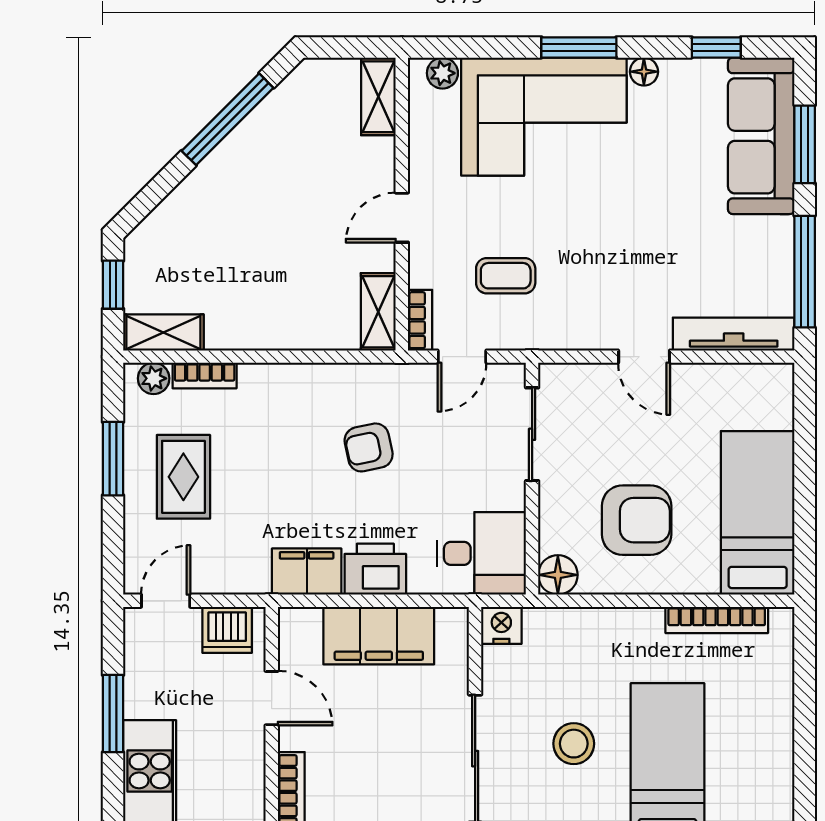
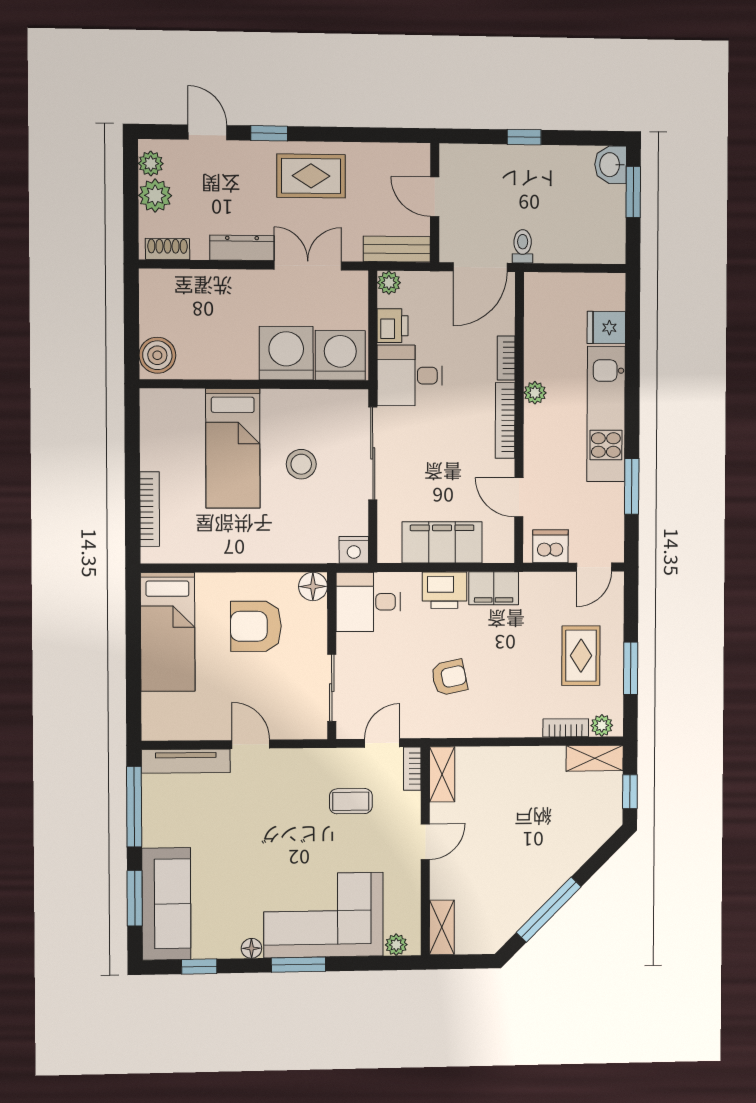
bookcase: (717, 620) -> (150, 509), moved, turned 90

